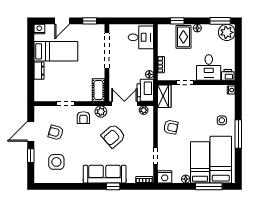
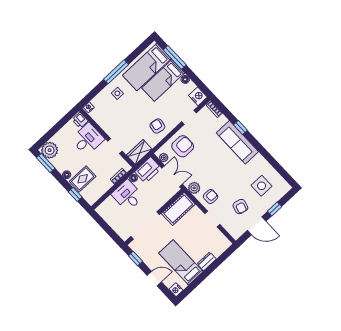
desk: (141, 37) -> (127, 195), moved
cot: (99, 90) -> (178, 209), width x1.37, depth x1.34
double door: (124, 104) -> (172, 176), swing flipped
armchair: (113, 136) -> (183, 146), moved, turned -49

